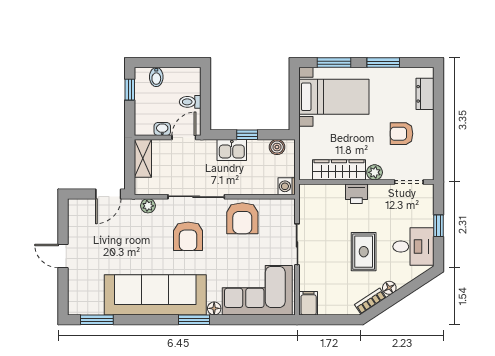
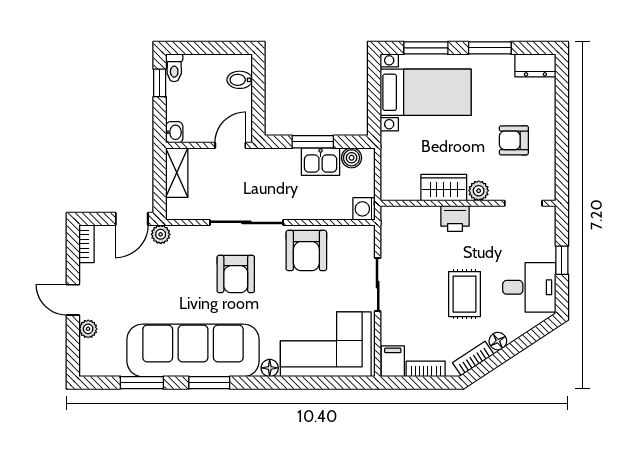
bidet: (156, 77) -> (240, 80), moved, turned 90
dresser: (425, 94) -> (535, 65), moved, turned -90
toilet: (190, 102) -> (174, 68), moved, turned -90
washbasin: (162, 129) -> (174, 132), moved, turned 90
window: (247, 135) -> (313, 142), width x1.50
kitchen sink: (232, 150) -> (321, 162), moved
wardrobe: (339, 170) -> (444, 188), width x0.67
plant: (148, 206) -> (161, 234), moved
bookcase: (73, 213) -> (87, 244), added
plant: (75, 278) -> (88, 329), added
bookcase: (334, 309) -> (426, 369), added
window: (97, 320) -> (142, 383), moved
window: (194, 320) -> (209, 383), moved

